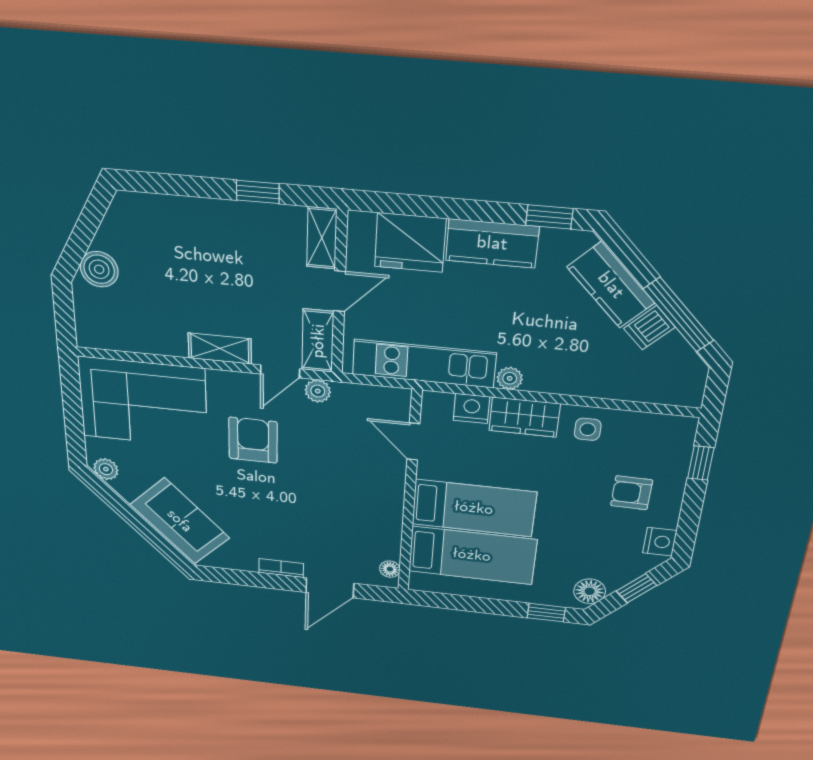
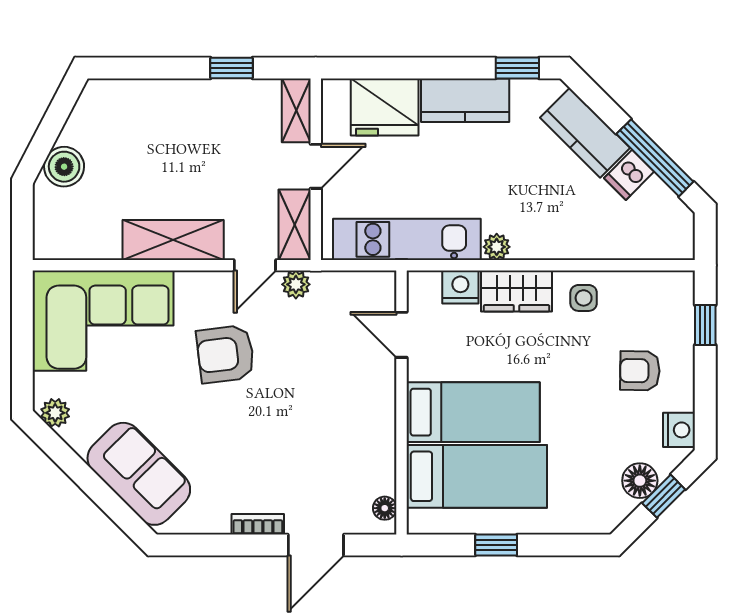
shelving: (220, 348) -> (173, 240), width x1.50, depth x1.33
armchair: (253, 440) -> (225, 354), turned -97
floor lamp: (590, 591) -> (640, 481), moved
window: (546, 613) -> (496, 545), moved

